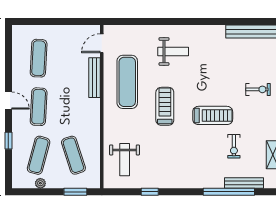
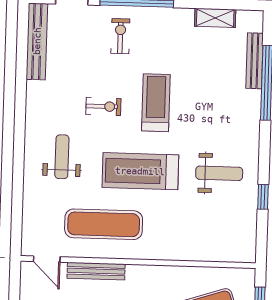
treadmill: (165, 106) -> (140, 171), width x1.37, depth x1.38
exercise bike: (234, 146) -> (103, 106), moved
weight bench: (125, 160) -> (219, 173), moved

